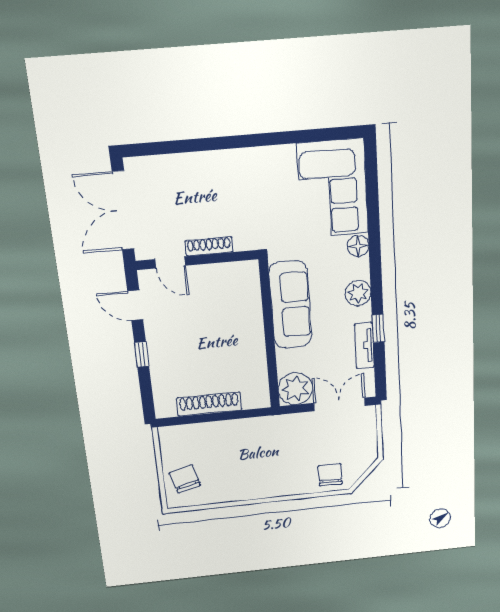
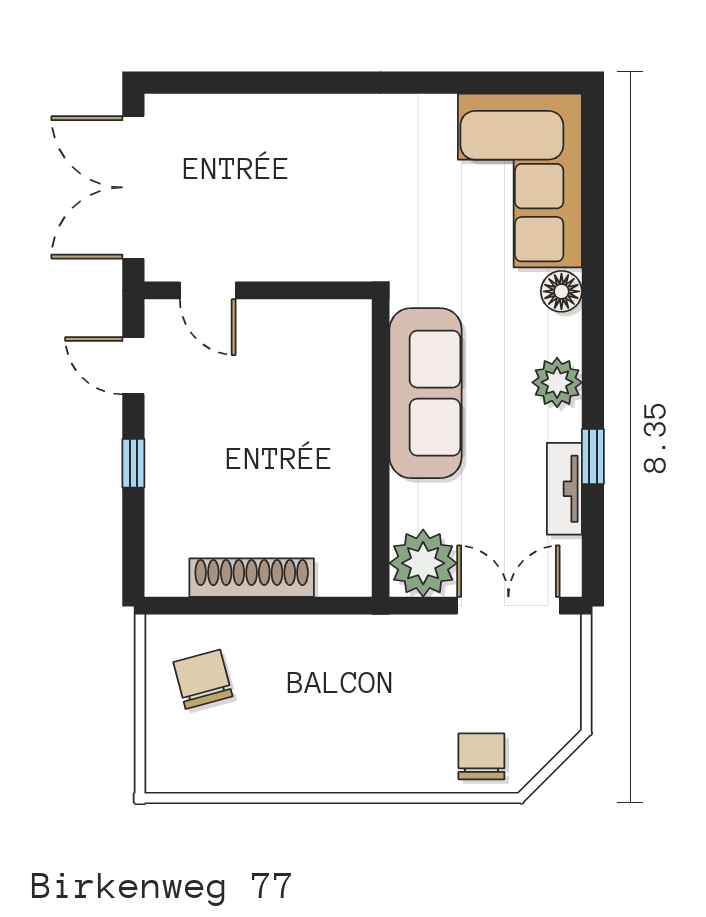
shoe rack: (209, 246) -> (282, 267), removed
chair: (185, 479) -> (203, 679), moved

